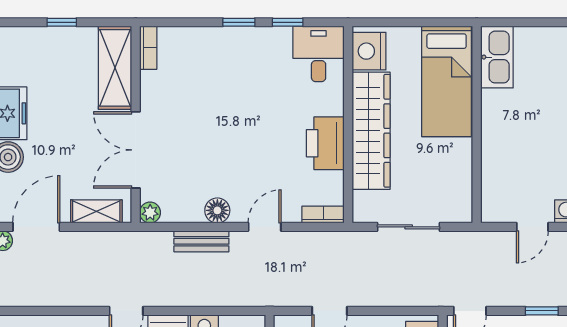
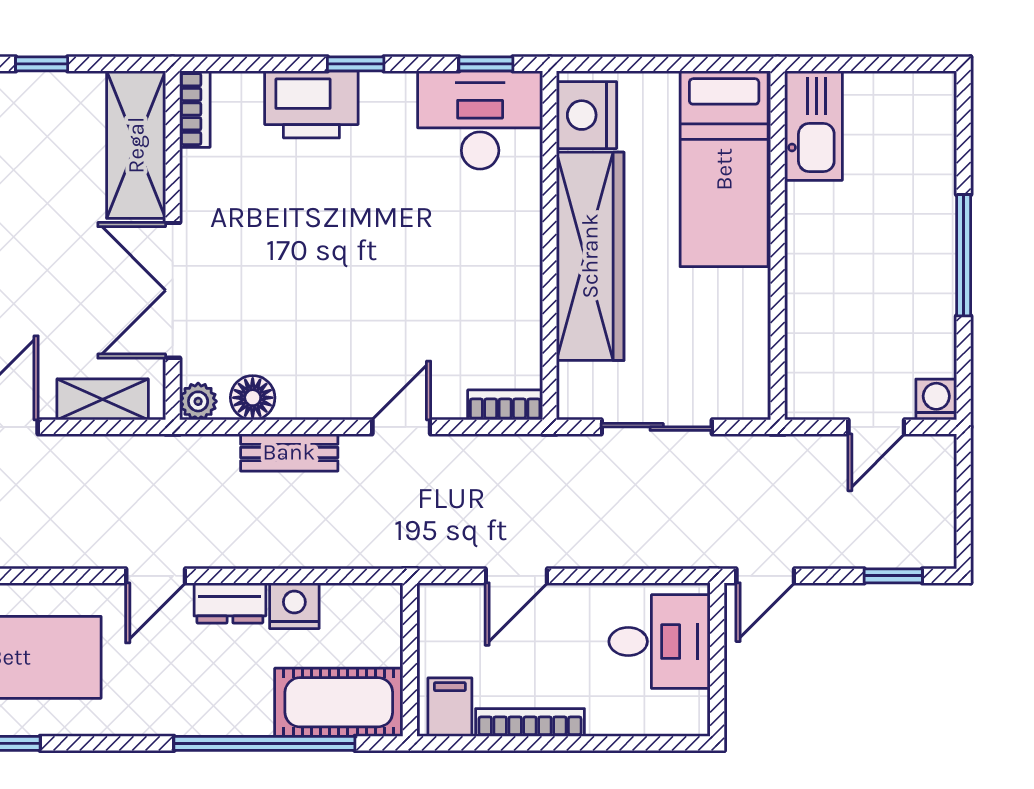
window: (288, 22) -> (486, 64), moved
desk: (319, 54) -> (480, 120), width x1.37
printer: (325, 143) -> (311, 104), moved, turned -90
floor lamp: (217, 210) -> (253, 398), moved

